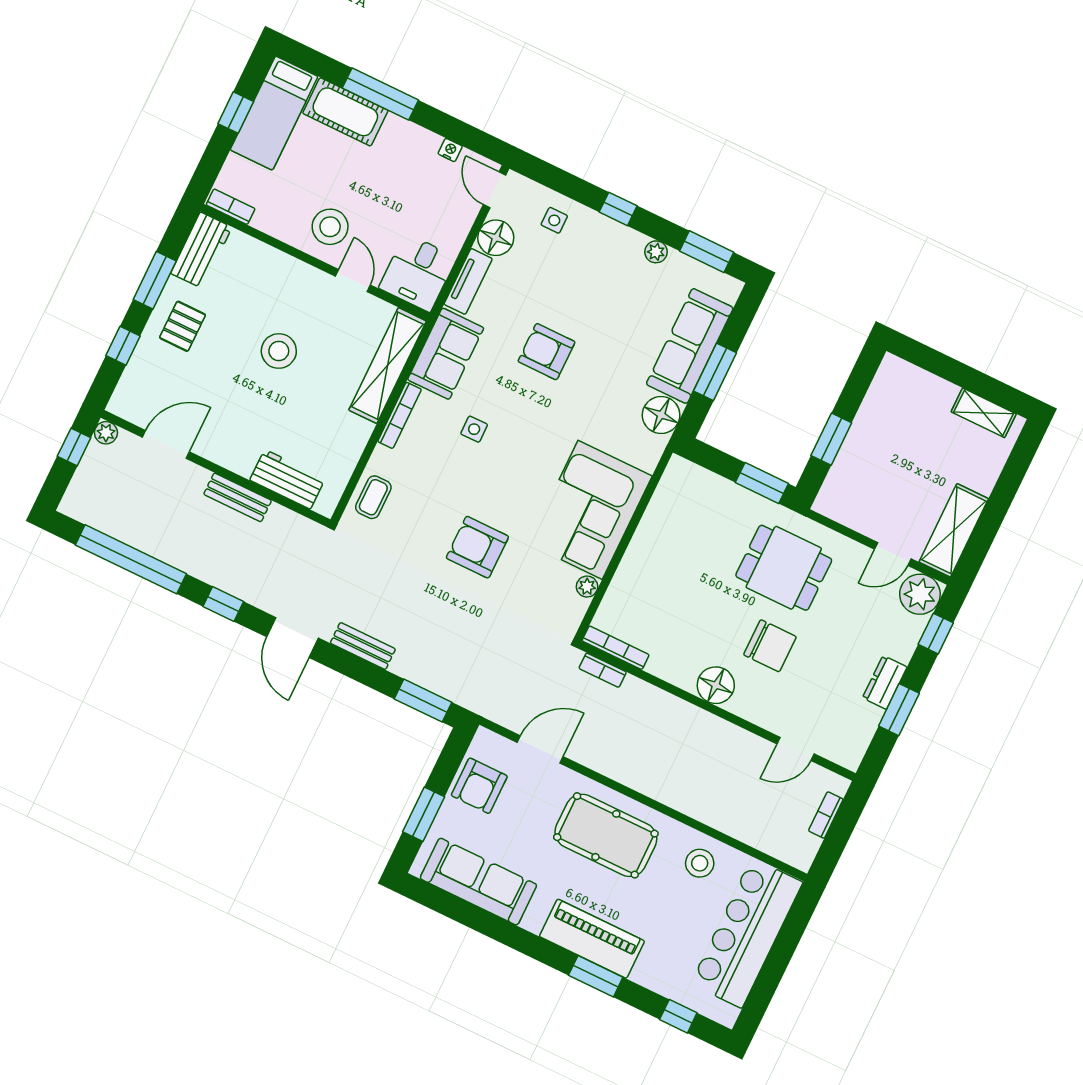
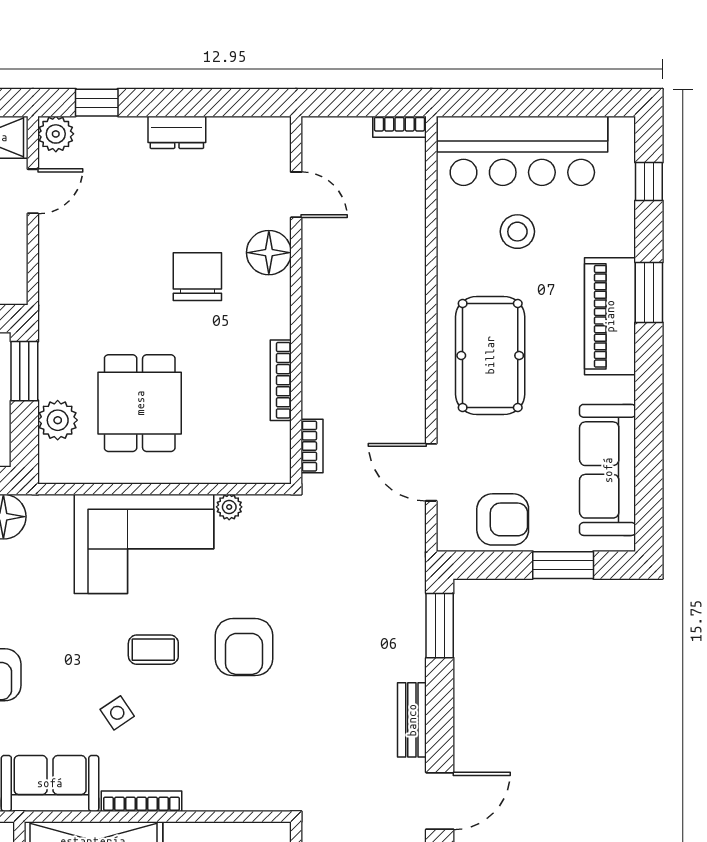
side table: (474, 429) -> (117, 713), turned -34
plant: (713, 490) -> (58, 420), added
coffee table: (373, 497) -> (153, 650), moved
door: (893, 554) -> (33, 191), hinge flipped
dining table: (784, 568) -> (140, 403), moved
plant: (920, 594) -> (56, 134), width x0.73, depth x0.73
bookcase: (616, 648) -> (281, 380), moved
floor lamp: (716, 685) -> (269, 253), moved
window: (899, 710) -> (199, 103), removed
bookcase: (826, 815) -> (399, 127), moved
stool: (700, 863) -> (517, 232), moved

